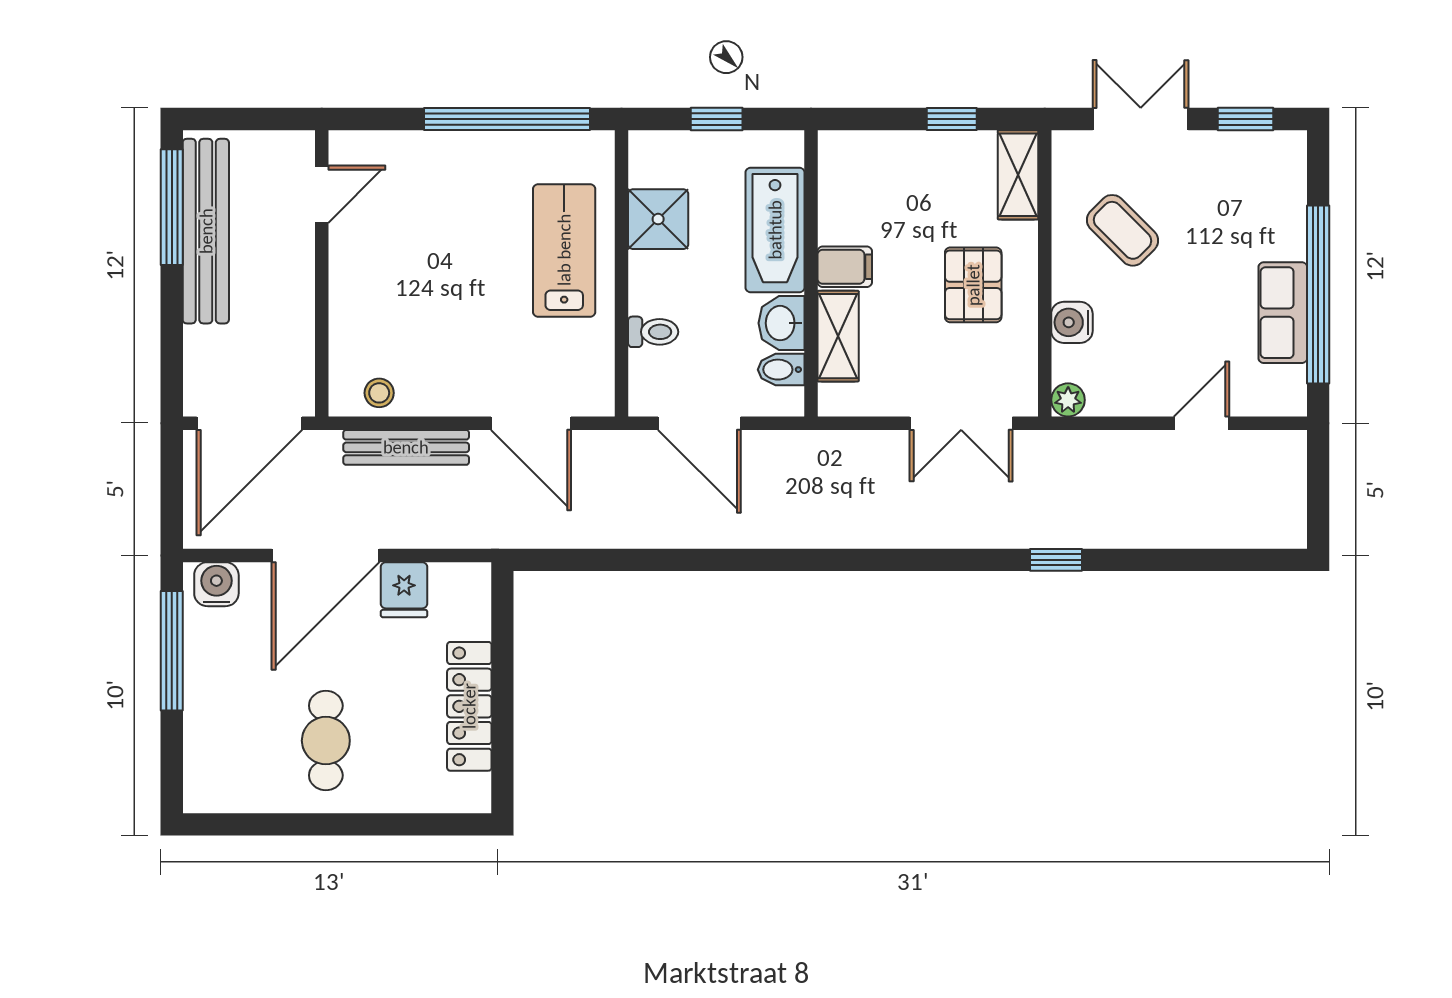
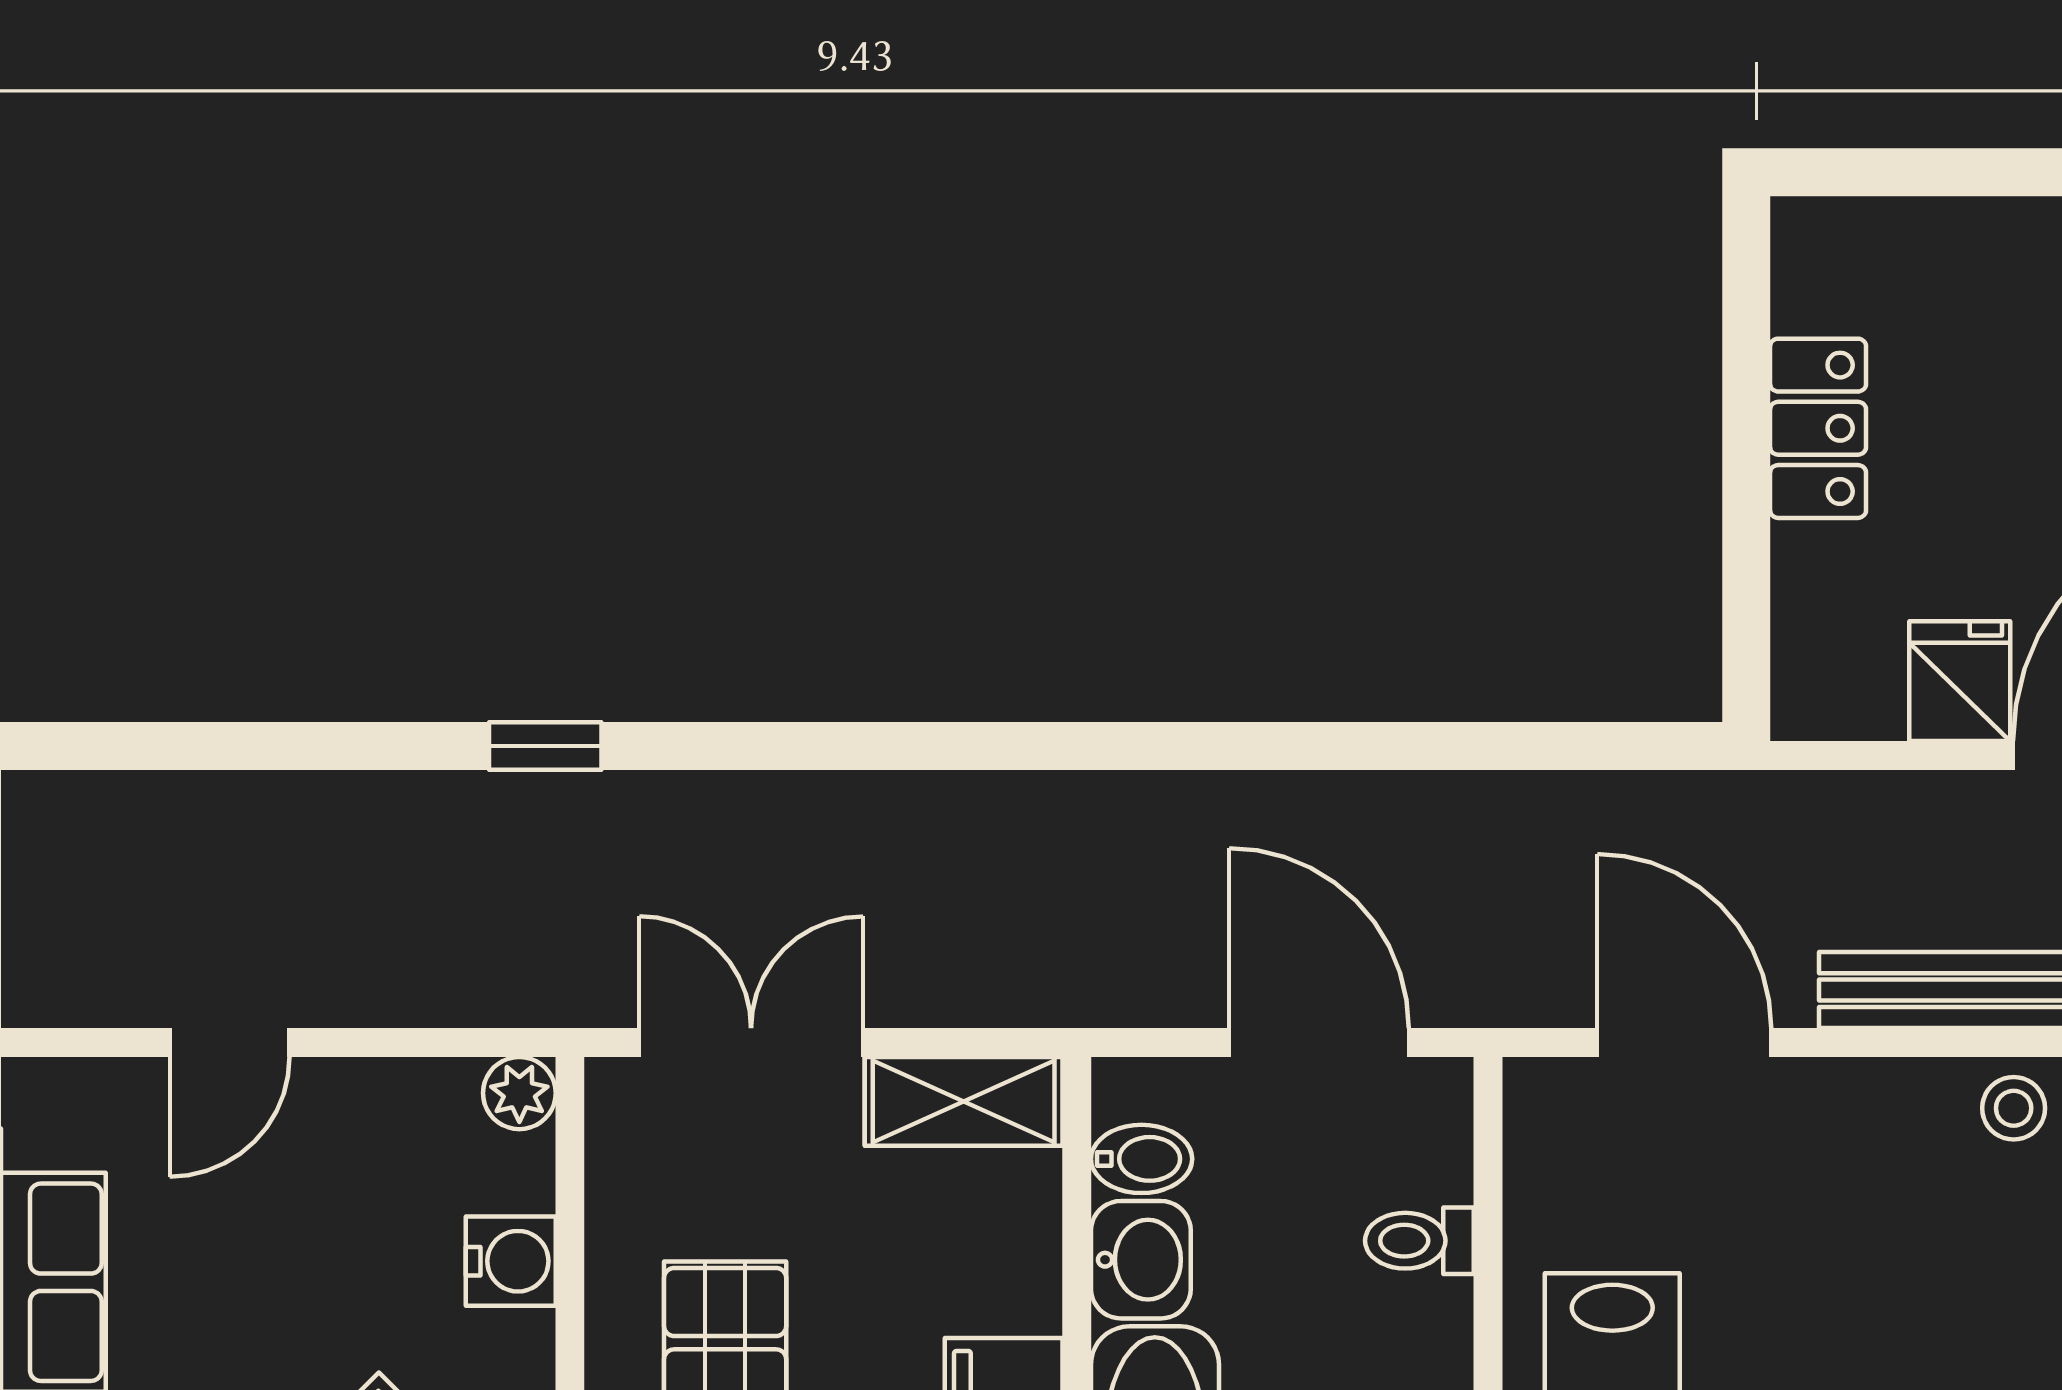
shelving: (838, 336) -> (964, 1101), moved, turned 90
locker: (469, 706) -> (1818, 428), width x0.66

